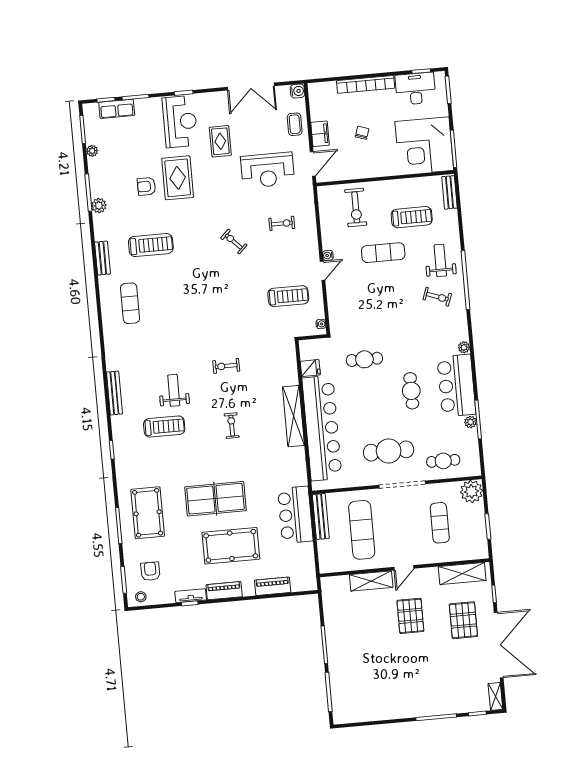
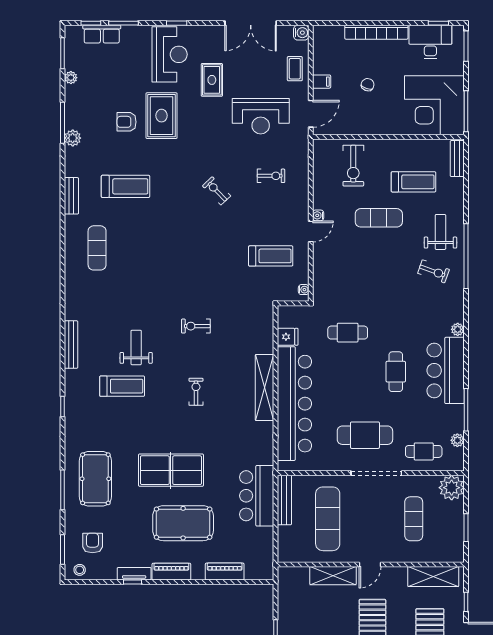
filing cabinet: (320, 134) -> (322, 82), width x0.50
plant: (471, 422) -> (457, 440), moved

